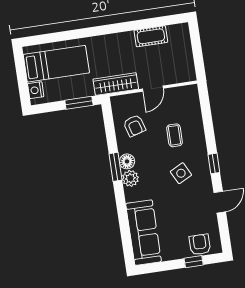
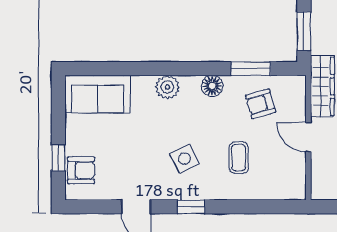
coffee table: (174, 135) -> (239, 158), turned 90
window: (115, 167) -> (251, 69), moved
plant: (130, 178) -> (167, 87), moved
sofa: (144, 233) -> (98, 94), width x0.73

